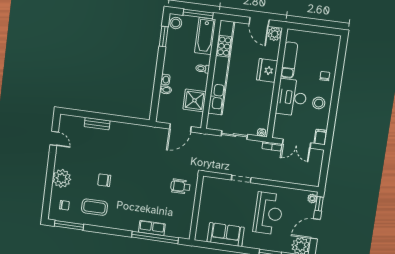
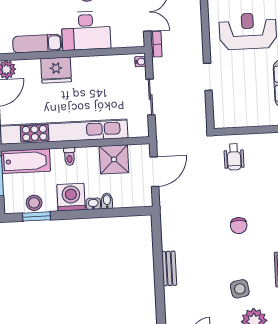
stool: (176, 23) -> (34, 203), moved
washing machine: (173, 64) -> (71, 197), added
bench: (97, 124) -> (169, 268), moved
door: (180, 128) -> (154, 172), hinge flipped
side table: (86, 173) -> (240, 289), added
chair: (104, 180) -> (239, 226), moved

